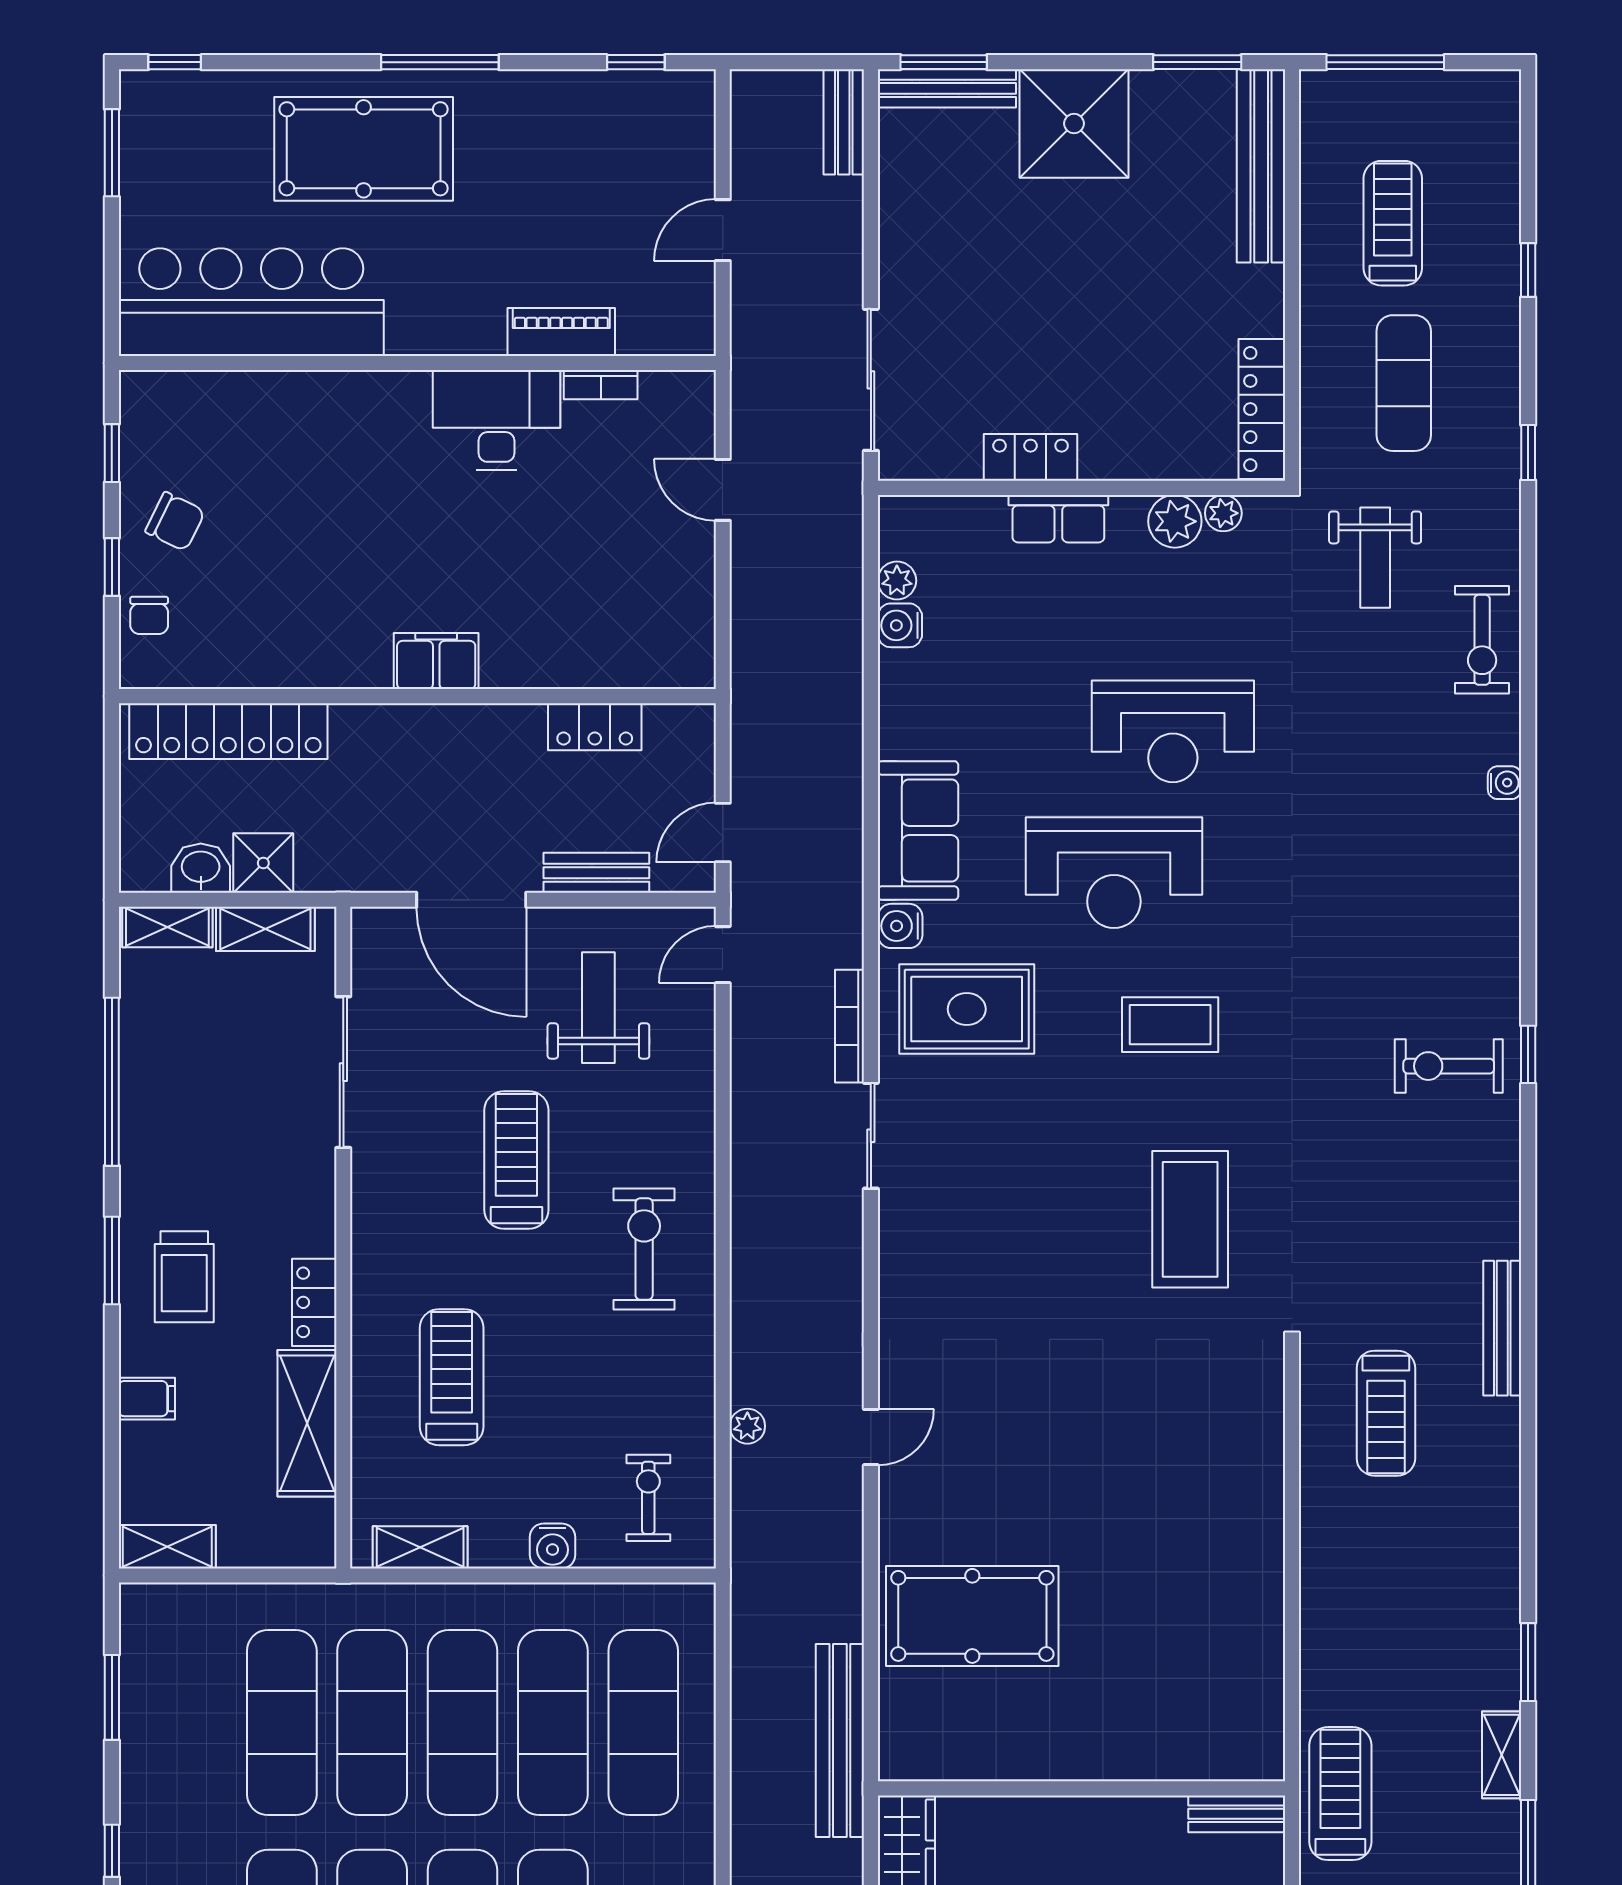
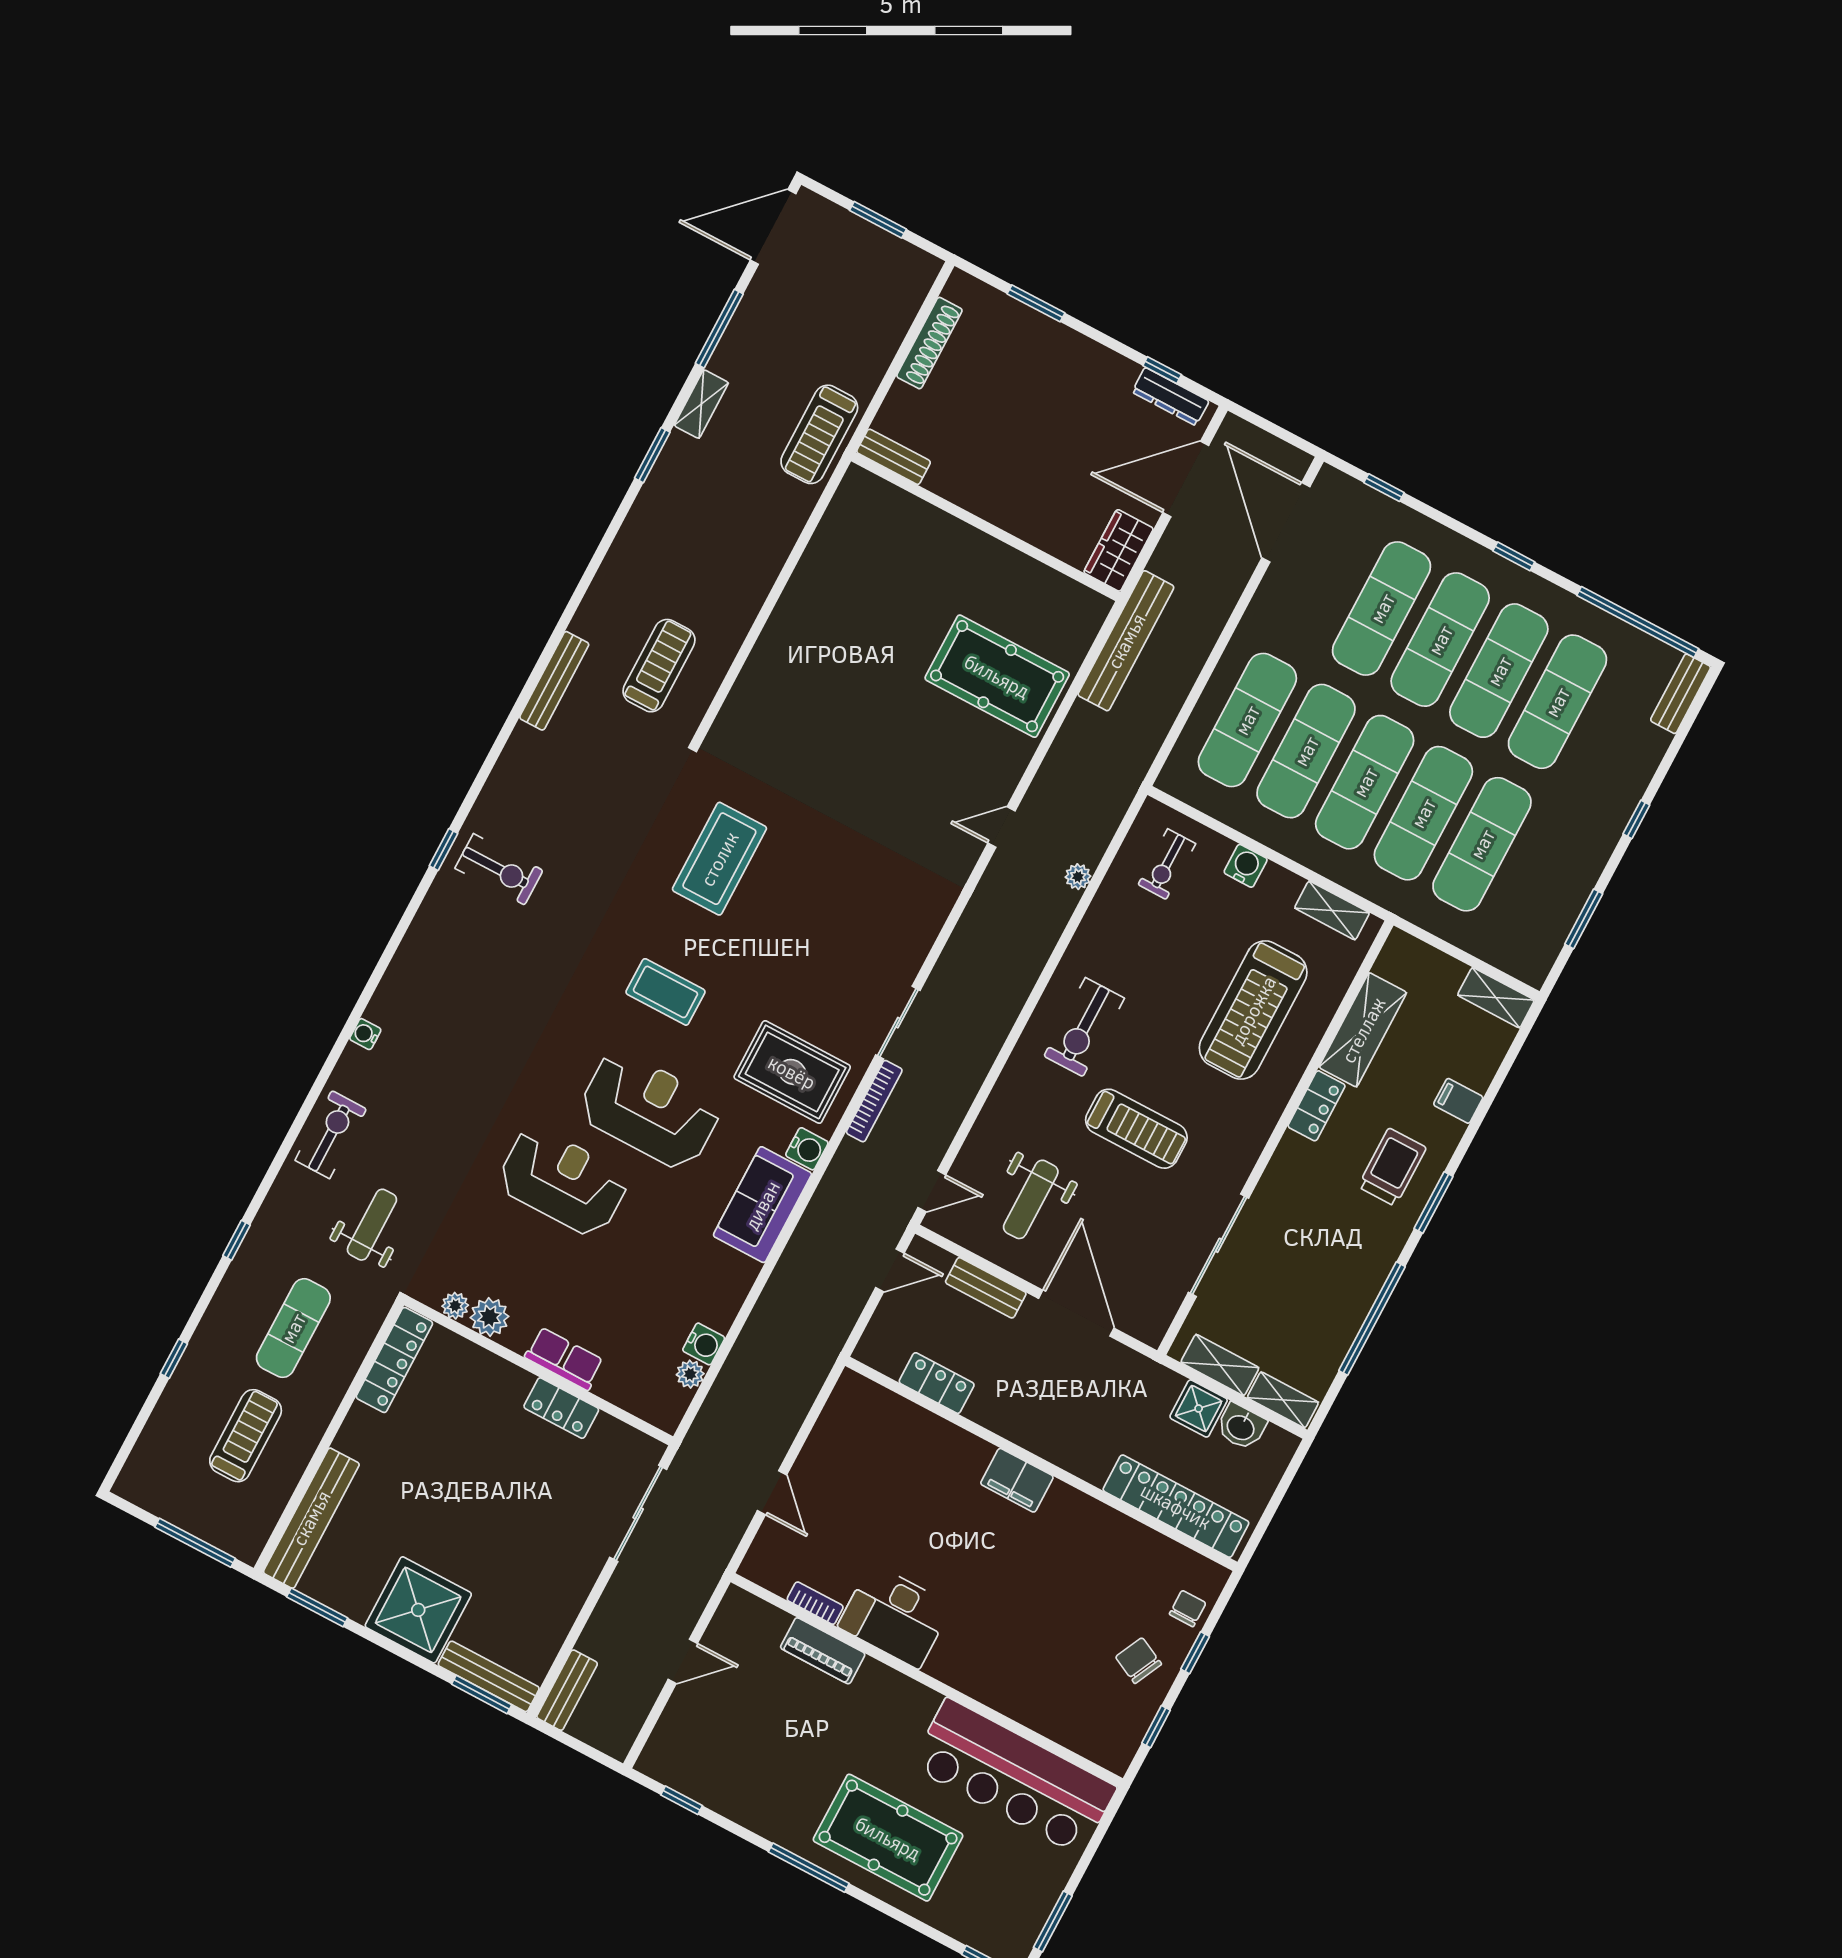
treadmill: (1393, 223) -> (246, 1436), turned 180
treadmill: (516, 1160) -> (1136, 1129), turned -90
treadmill: (452, 1377) -> (1253, 1010), width x1.37, depth x1.38

